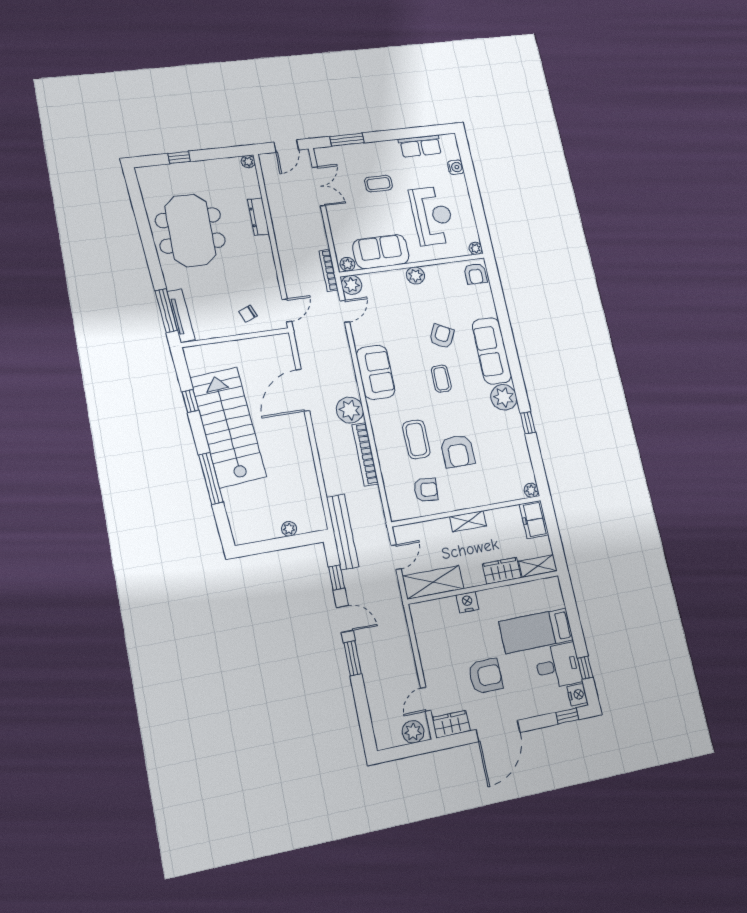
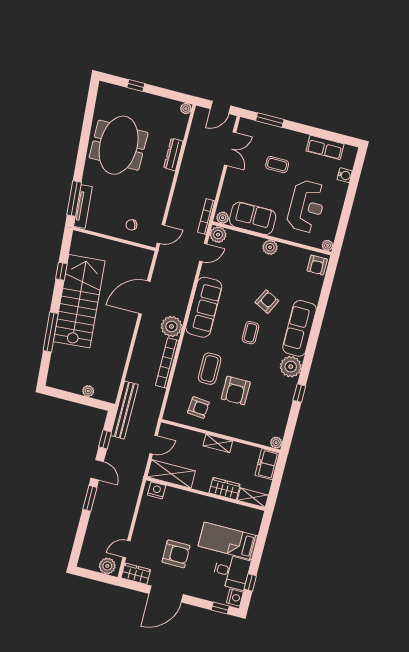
sofa: (376, 372) -> (204, 307), width x1.36
nightstand: (467, 602) -> (157, 490), moved

